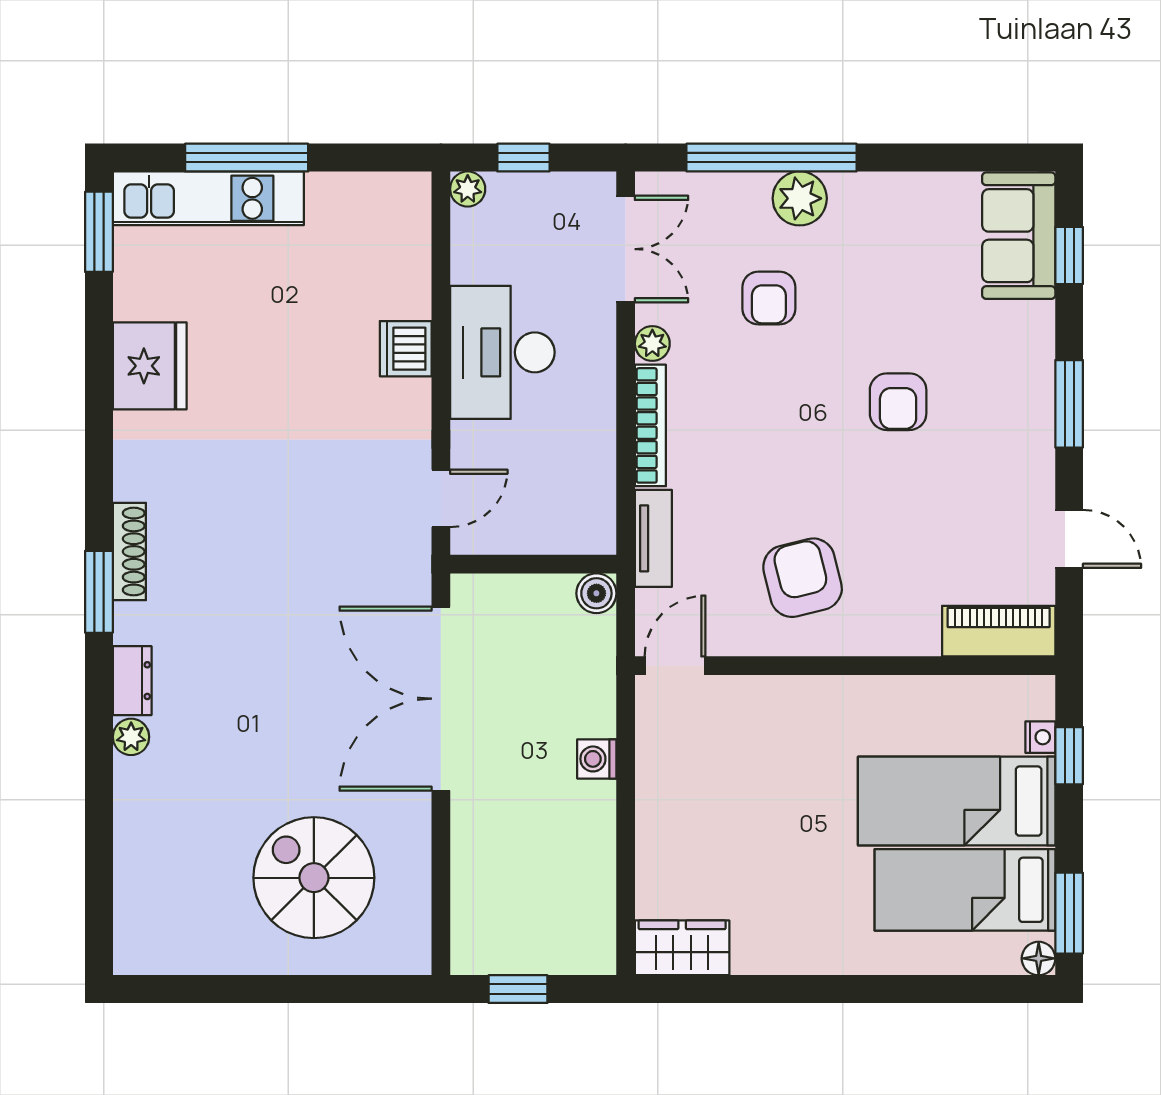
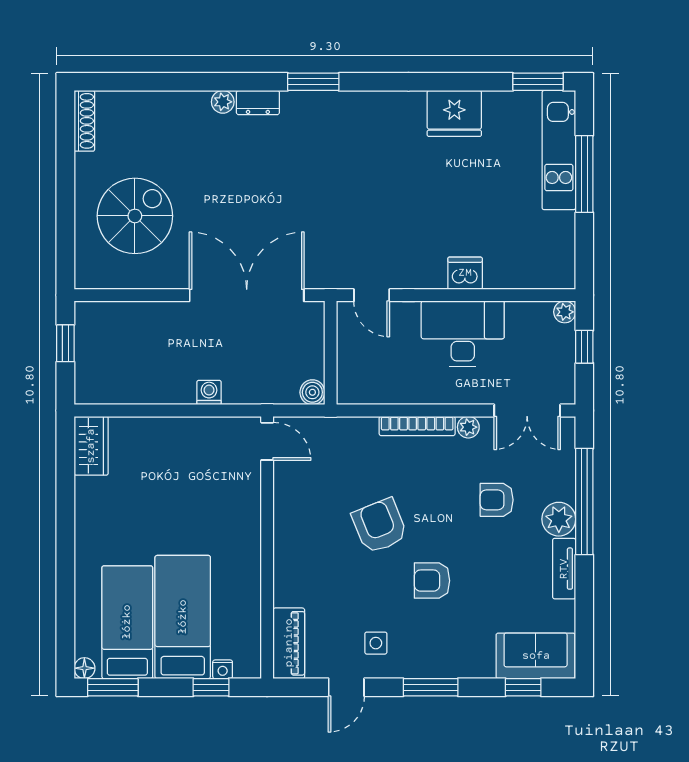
side table: (998, 492) -> (376, 643), added
tv unit: (653, 538) -> (564, 569), moved, turned 90
shoe rack: (129, 552) -> (84, 121), moved, turned -90
armchair: (803, 578) -> (380, 526), moved, turned -98

